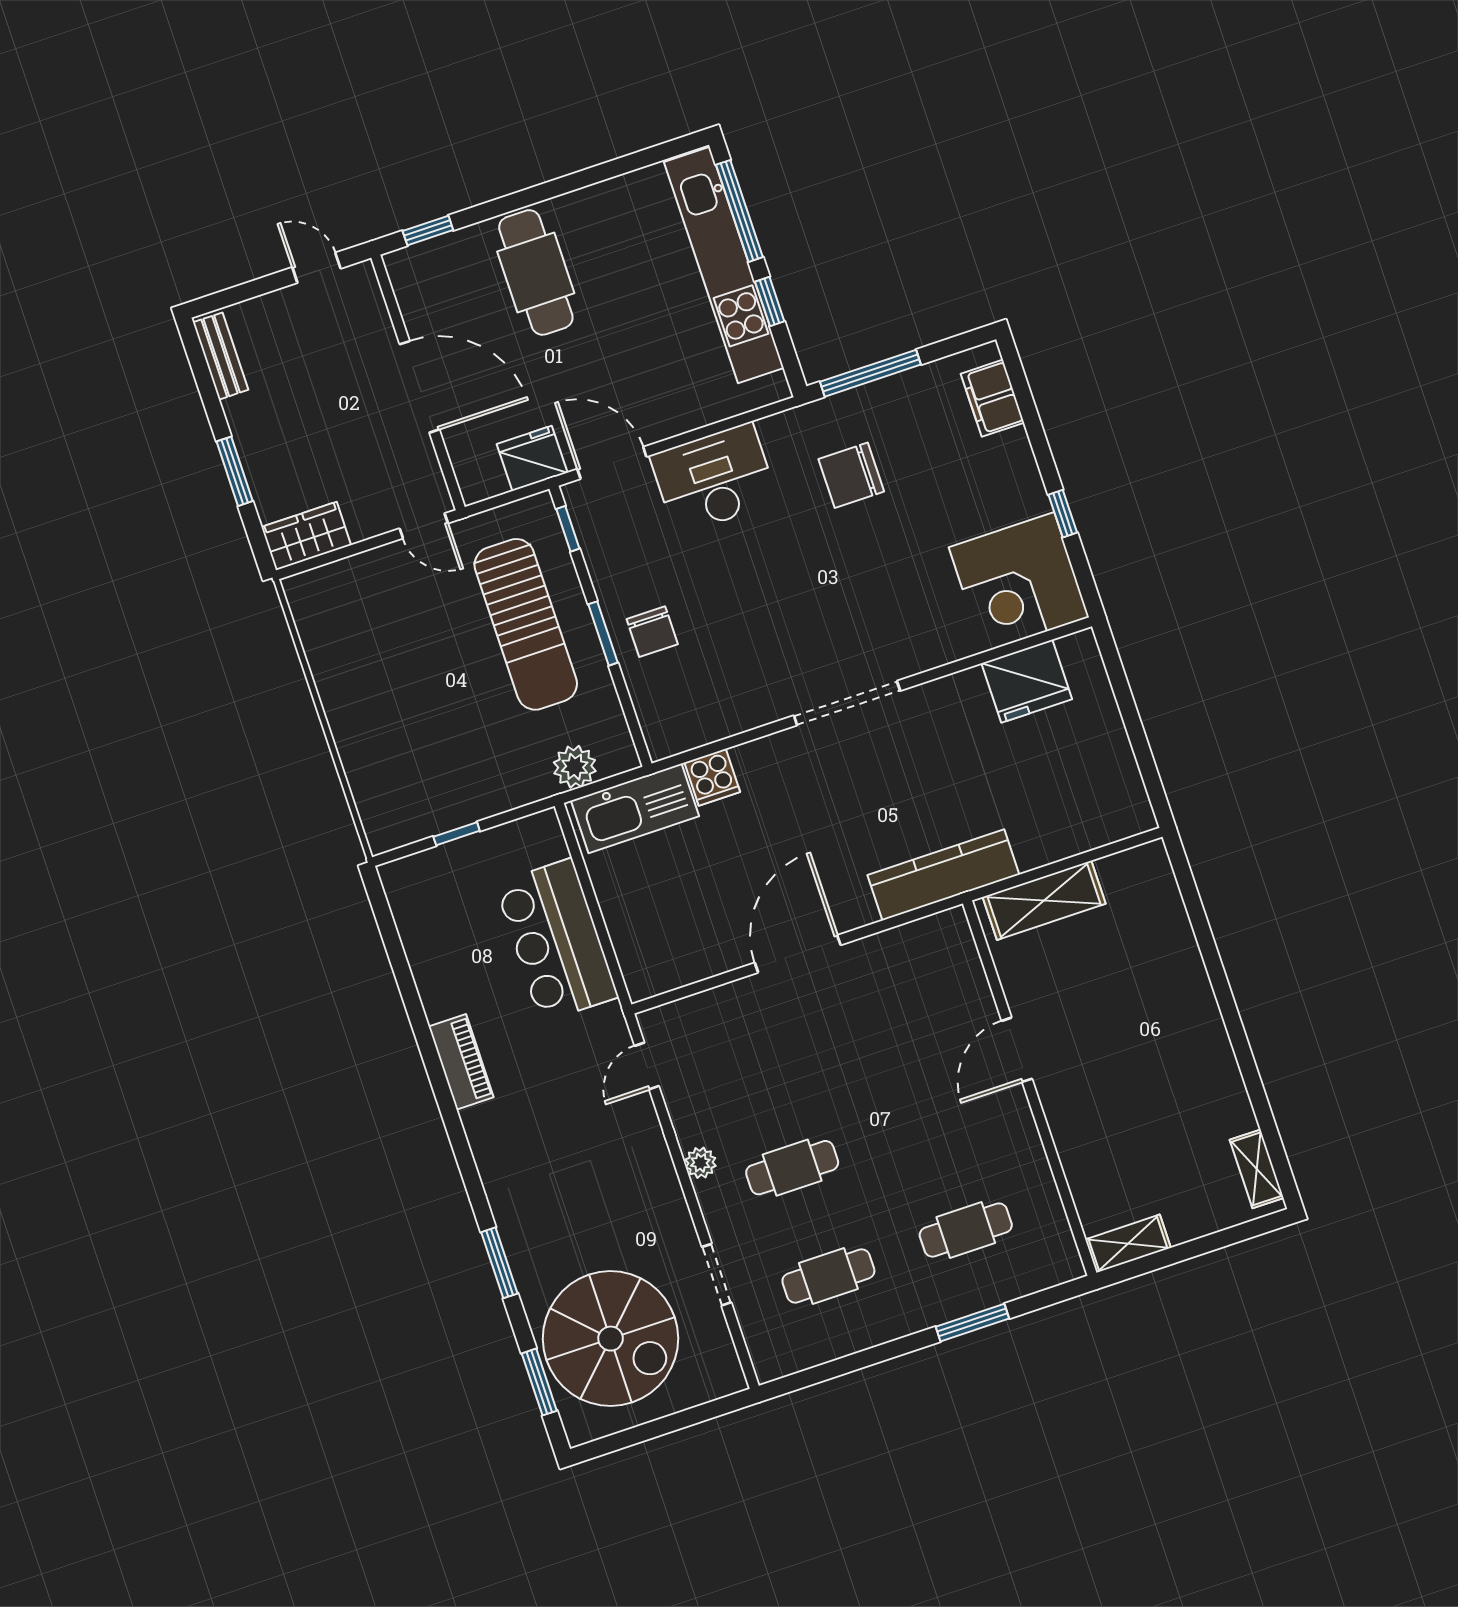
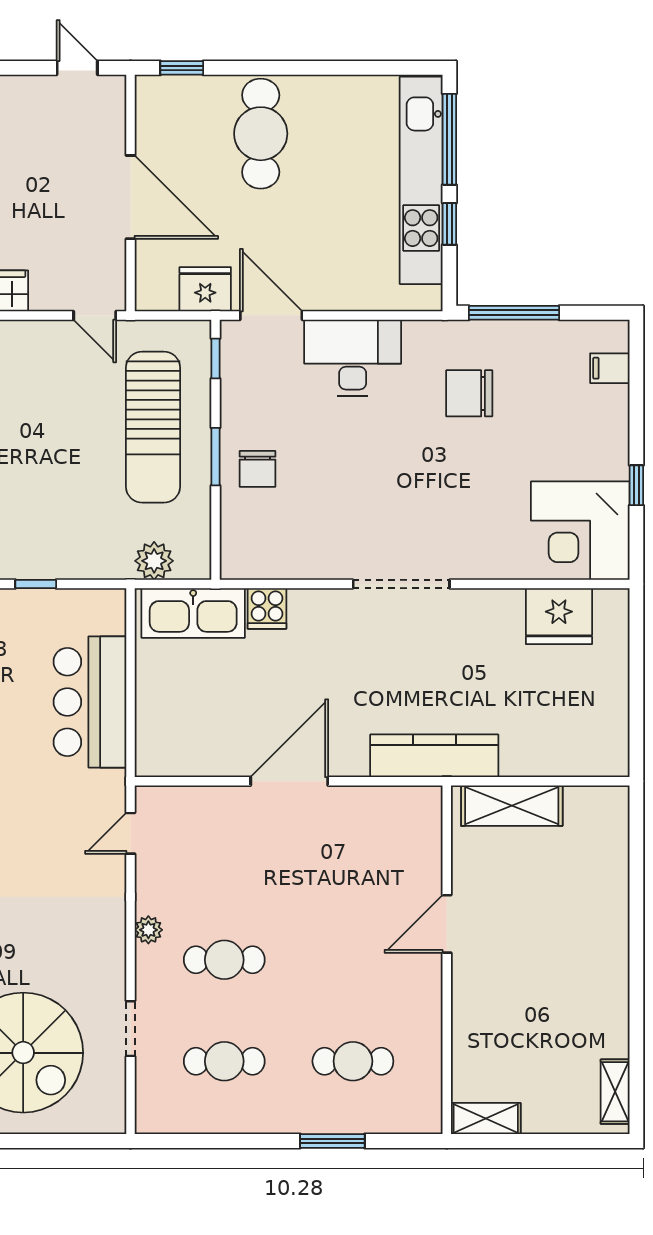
filing cabinet: (992, 398) -> (610, 368), width x0.50

